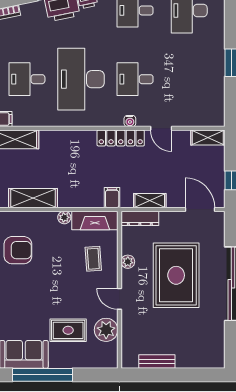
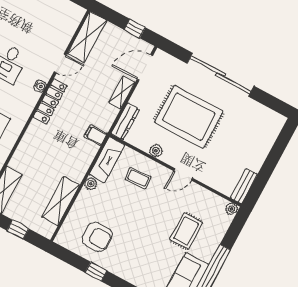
shelving: (208, 138) -> (87, 37), width x1.50, depth x1.33
shelving: (150, 201) -> (122, 93), moved
armchair: (18, 250) -> (97, 237), turned 90
plant: (106, 330) -> (231, 209), moved, width x0.53, depth x0.53
bench: (157, 362) -> (244, 186), moved

